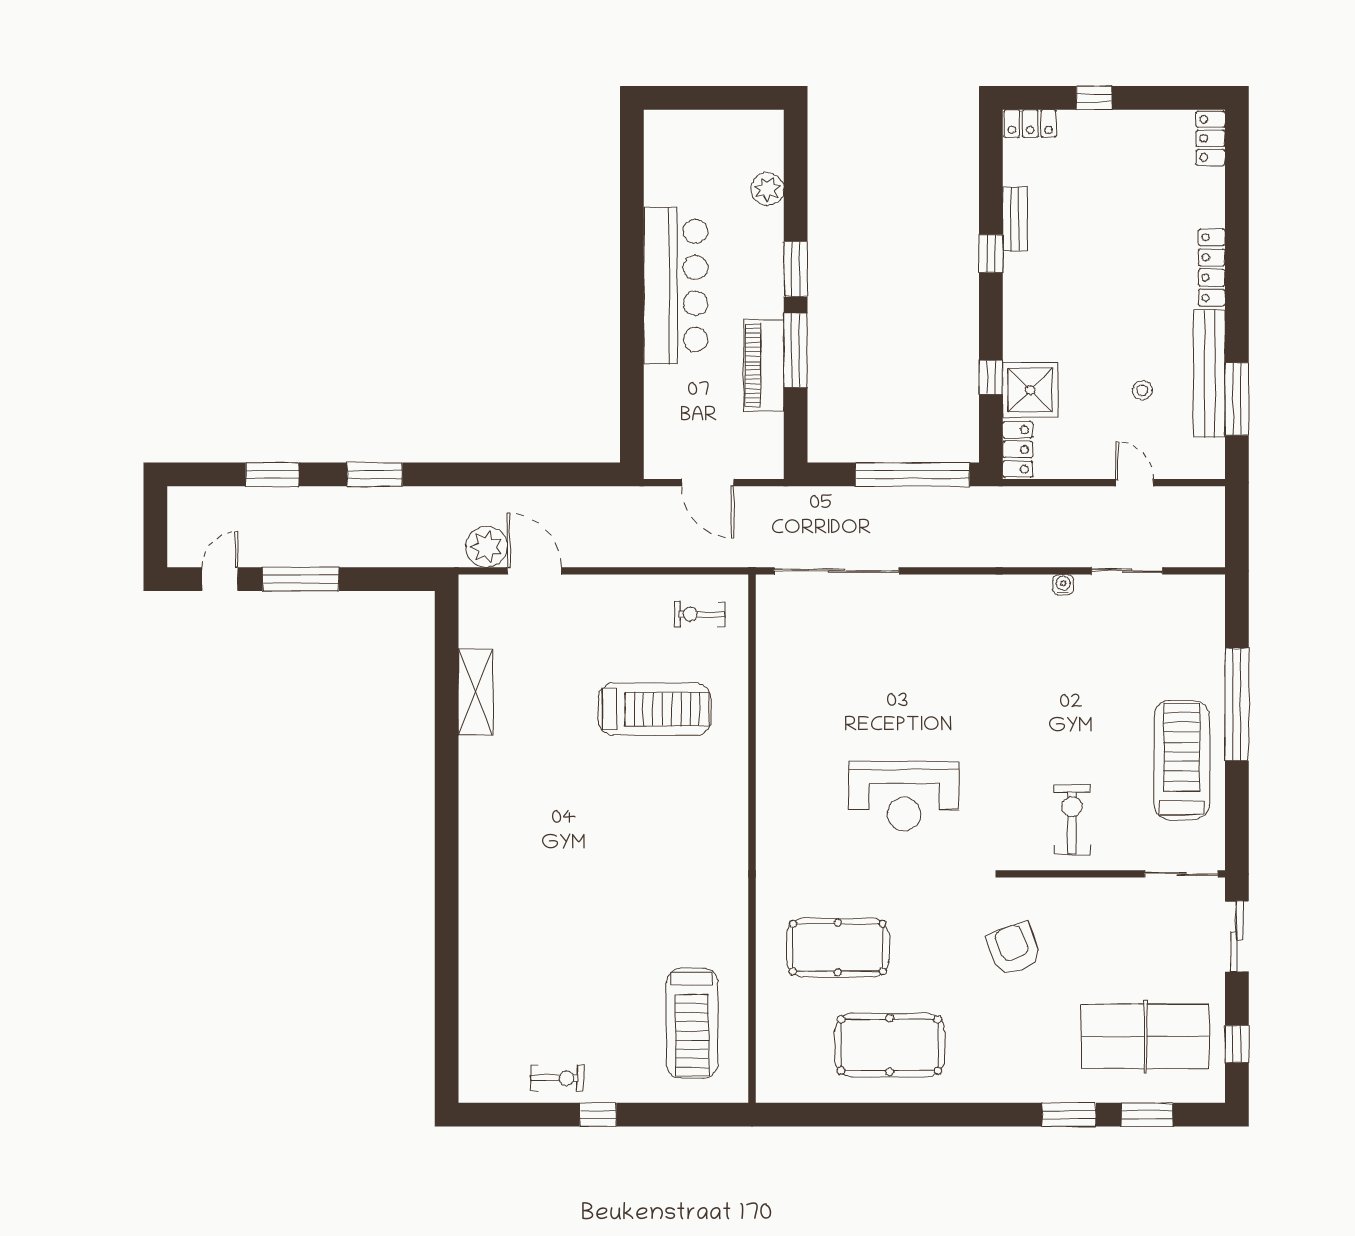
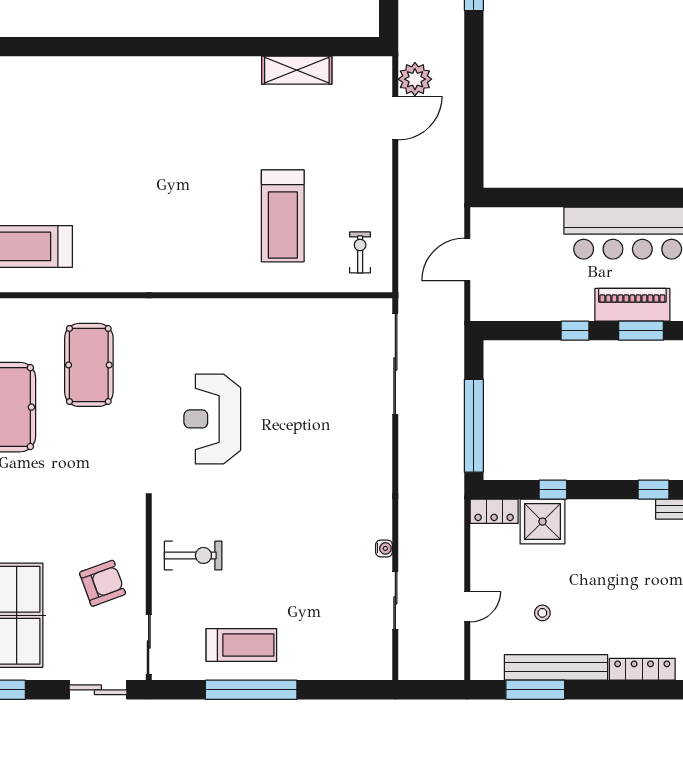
window: (796, 350) -> (575, 331), width x0.46
piano: (764, 366) -> (632, 305), moved
window: (1237, 704) -> (251, 690), moved
treadmill: (1182, 760) -> (241, 645), width x0.73, depth x0.73
armchair: (1014, 949) -> (103, 583), moved

